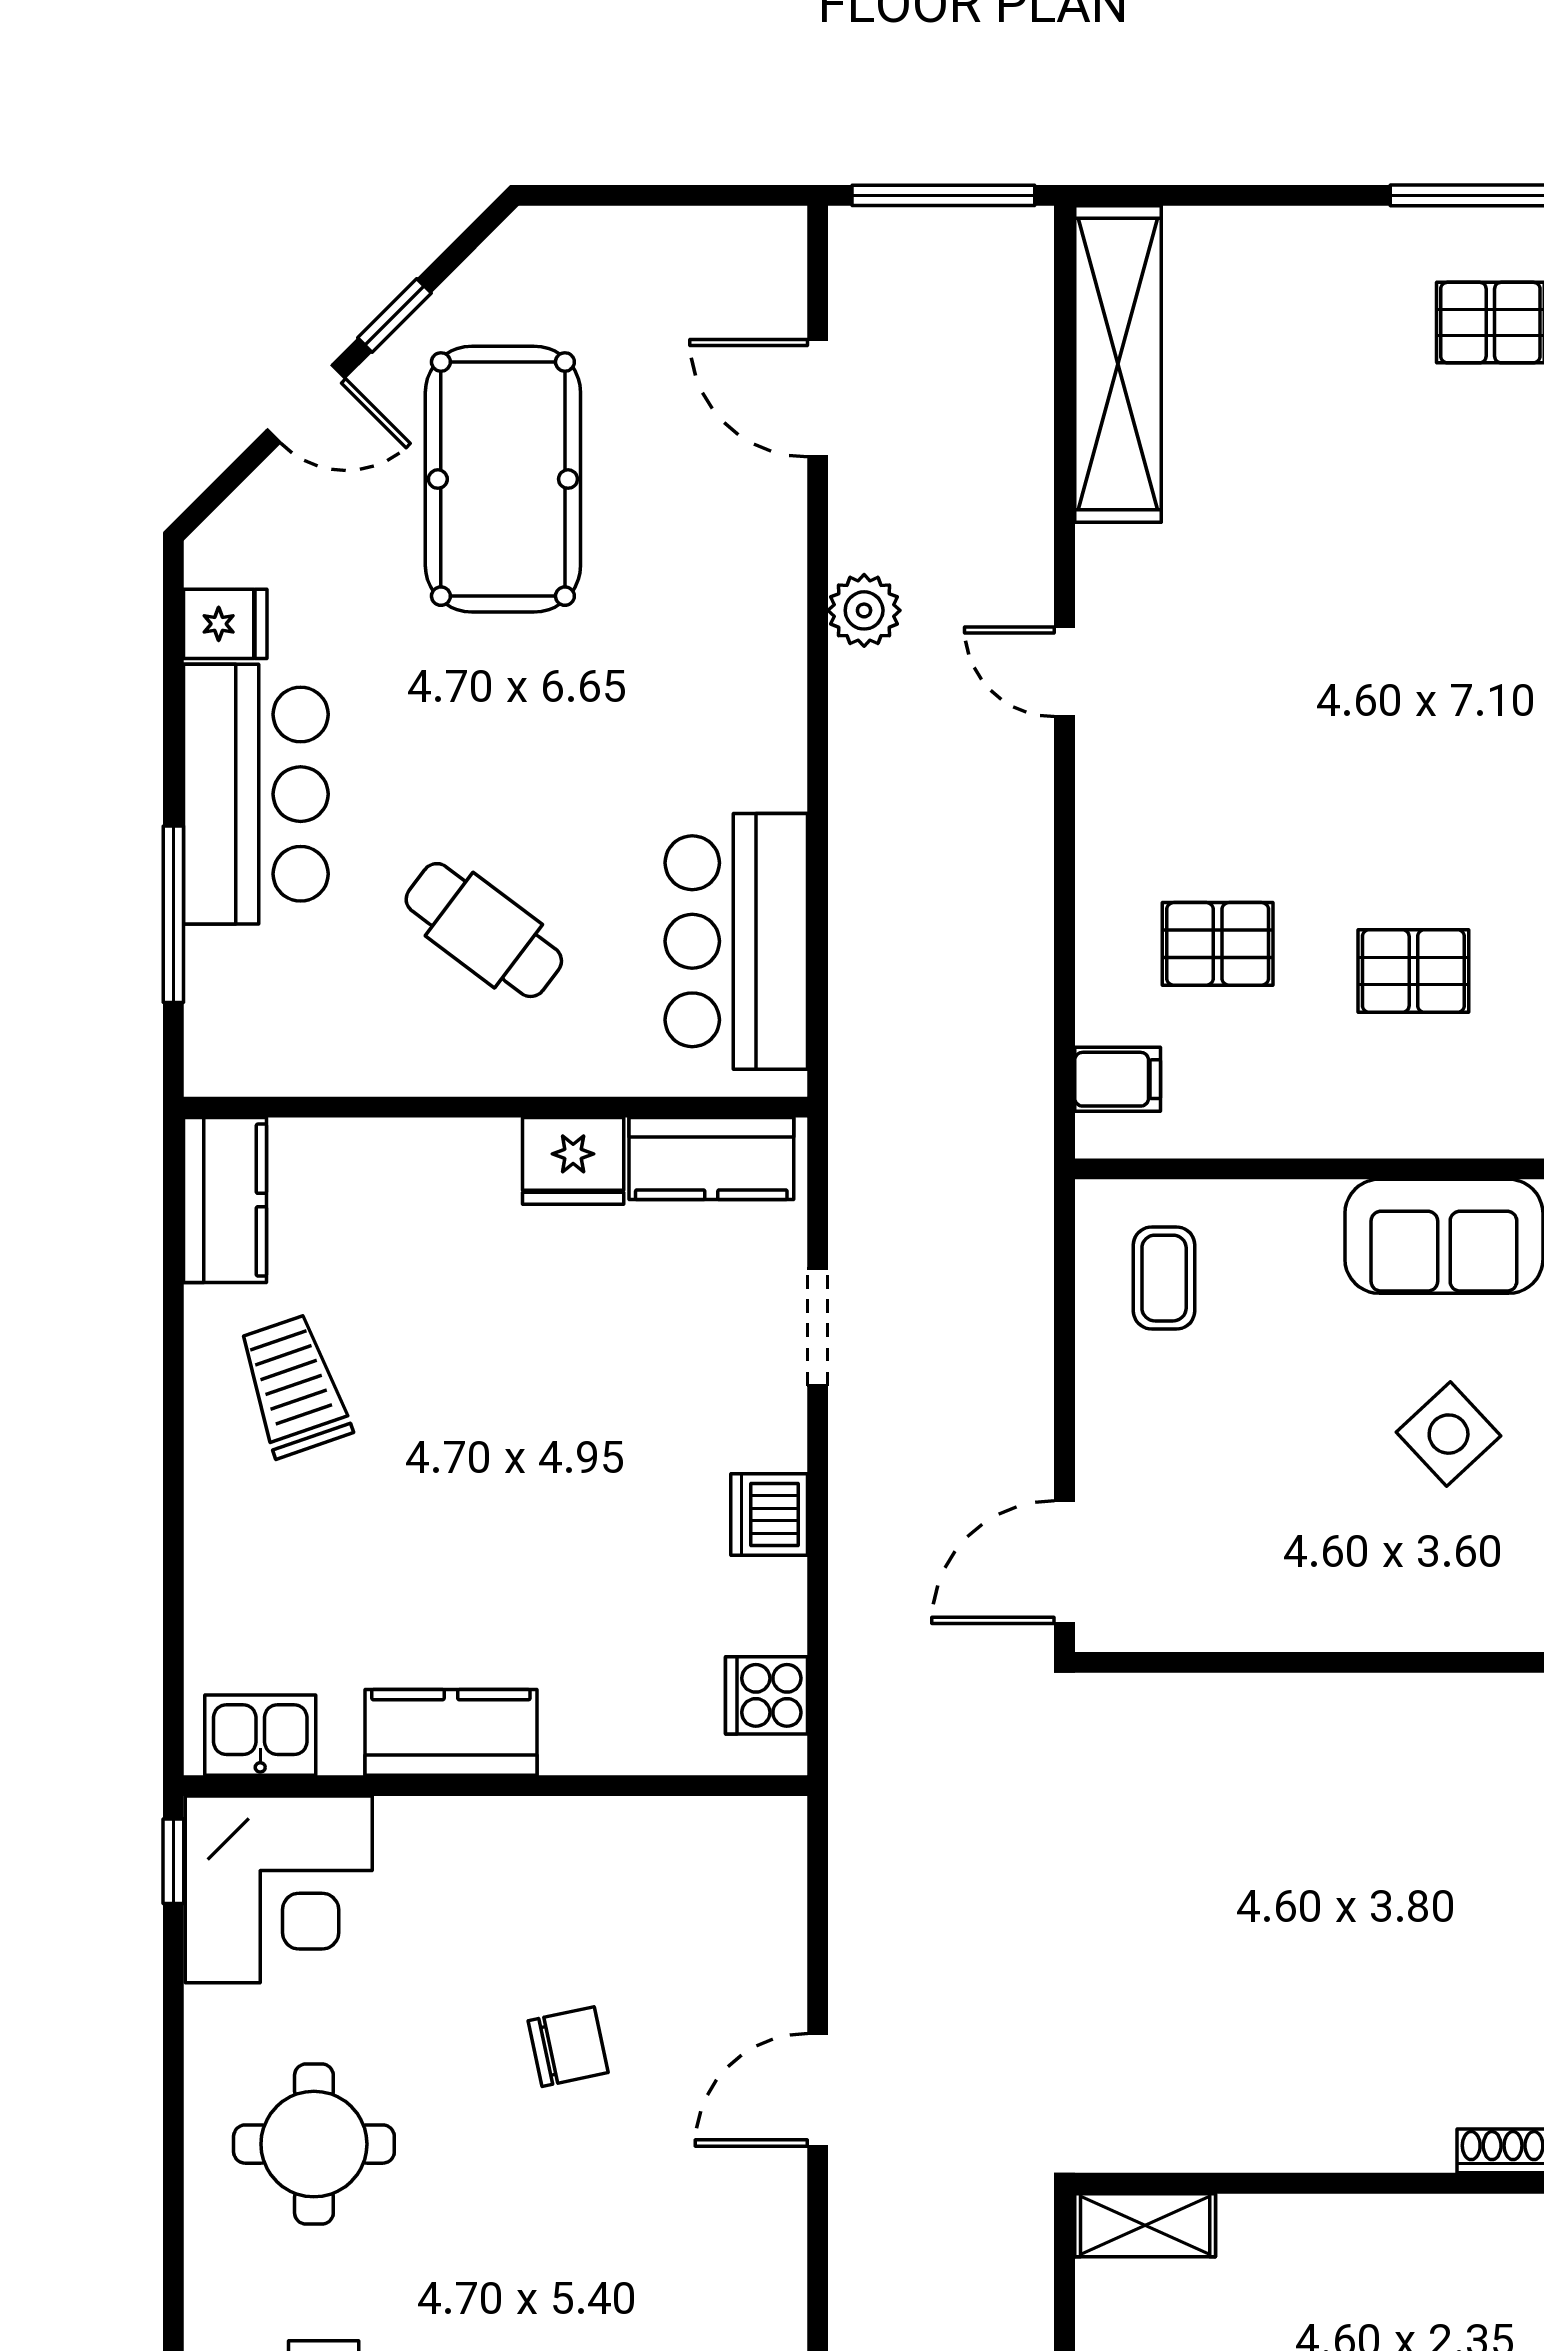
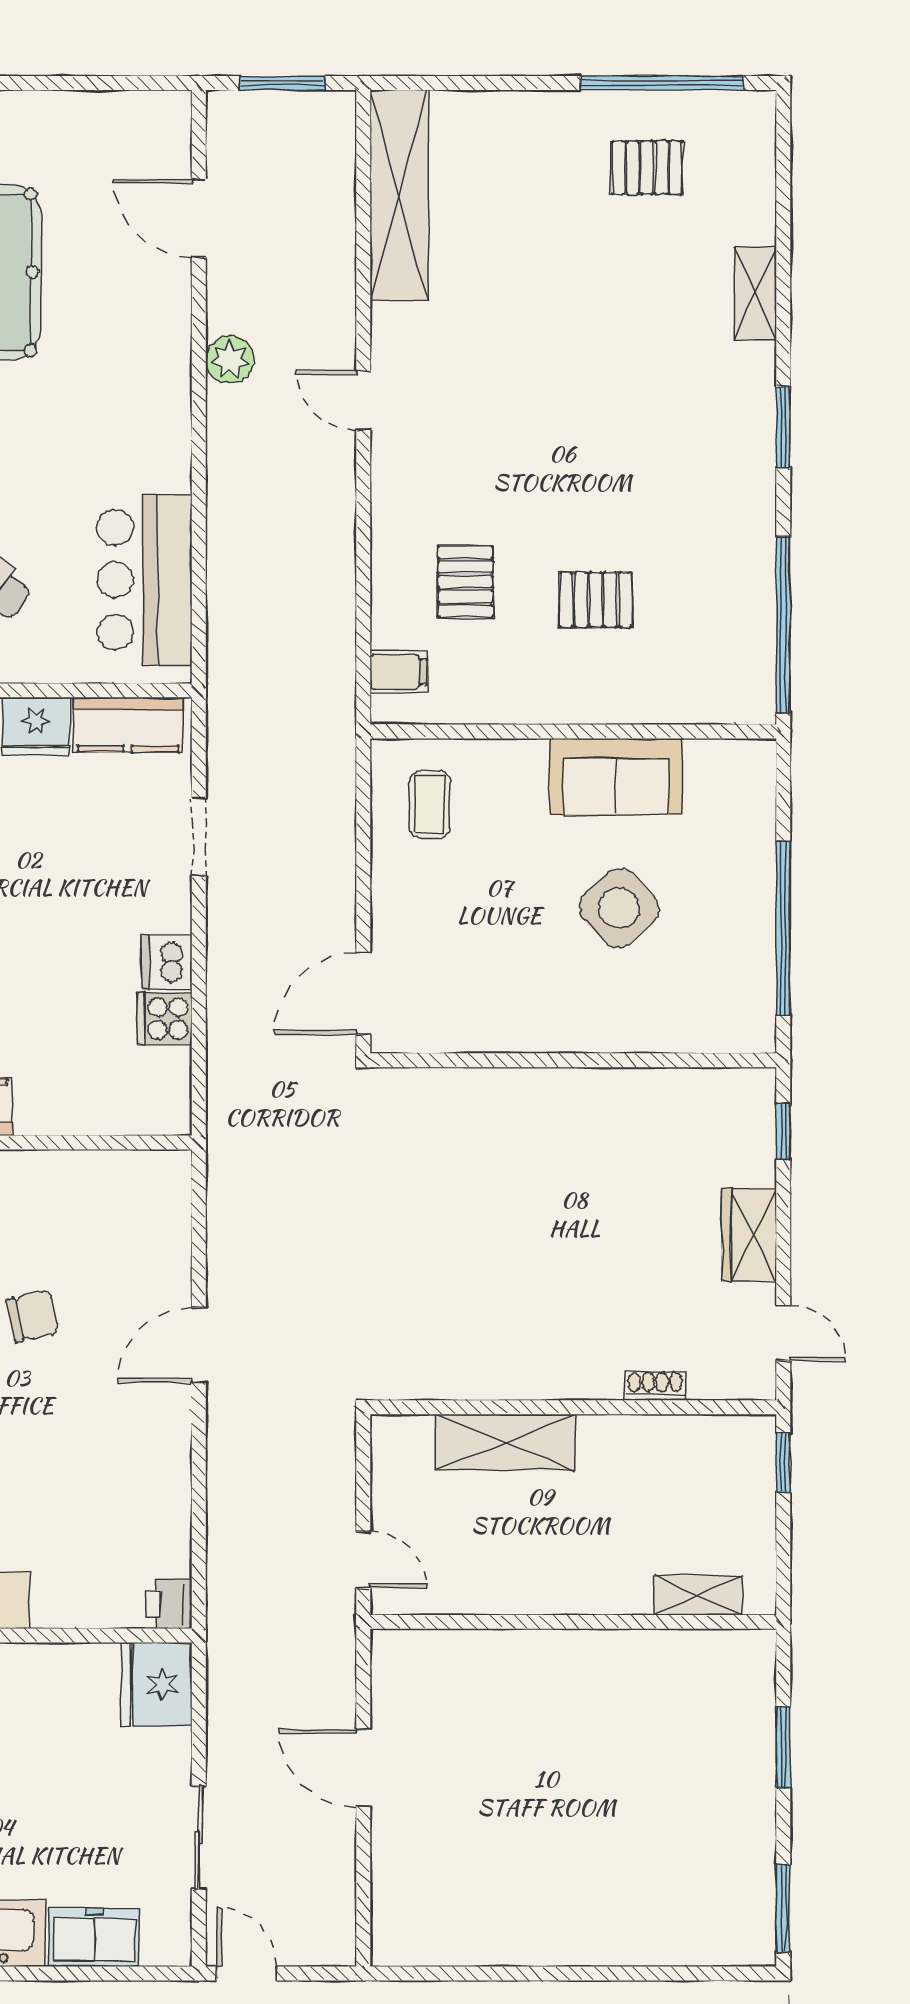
window: (943, 195) -> (283, 83), width x0.69
pallet: (1218, 944) -> (465, 582), turned 90
side table: (1449, 1434) -> (619, 908), width x1.37, depth x1.37
cooker: (766, 1695) -> (165, 1018), moved
shelving: (1145, 2225) -> (505, 1442), moved, width x1.50, depth x1.33

